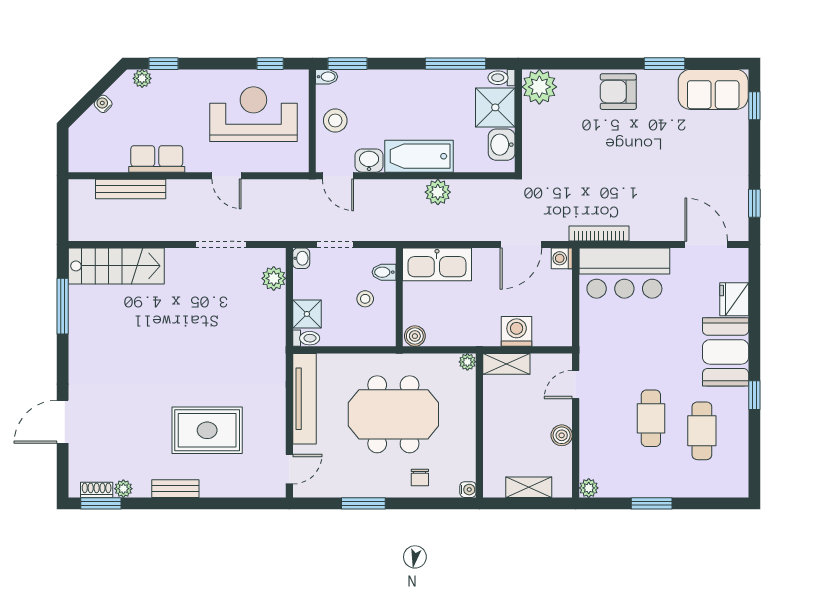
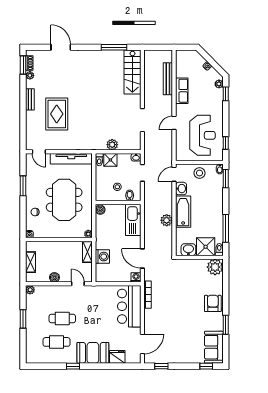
plant: (274, 278) -> (112, 145), moved

